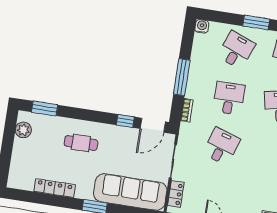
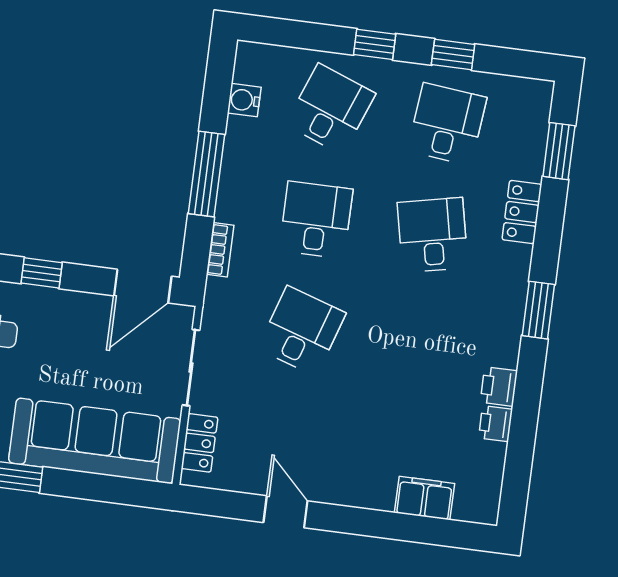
window: (256, 23) -> (375, 44), width x0.67
water cooler: (202, 26) -> (244, 100), moved, turned -90
window: (125, 121) -> (42, 273), moved

